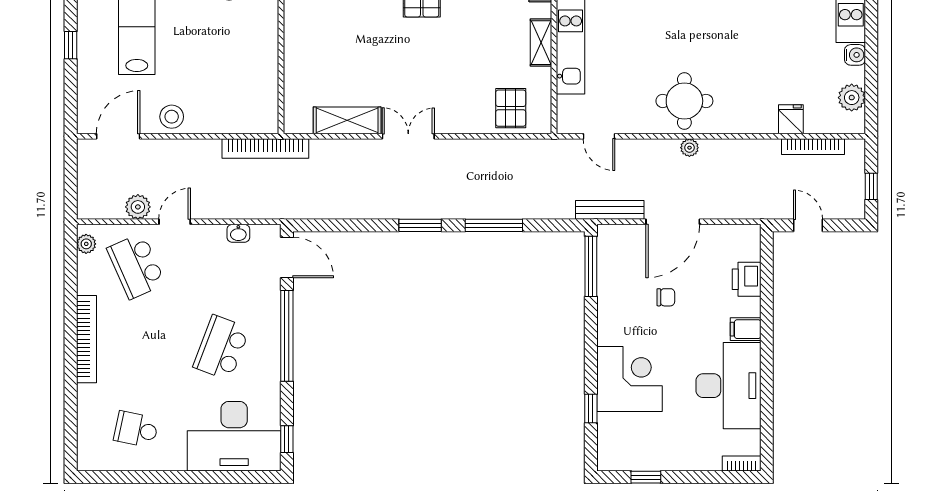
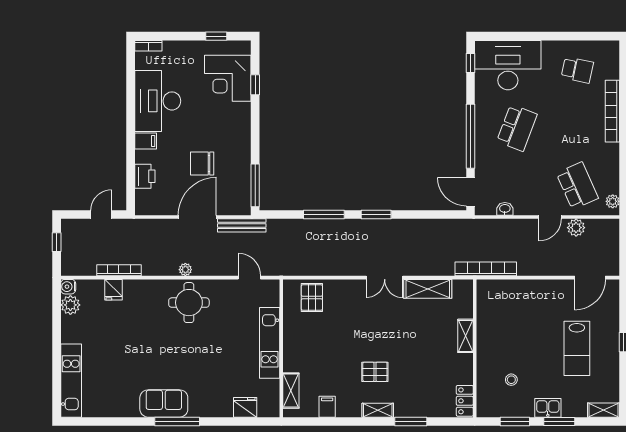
shelving: (541, 43) -> (466, 336), moved
water cooler: (855, 55) -> (68, 287), moved
stool: (172, 117) -> (552, 291), removed
bookcase: (813, 147) -> (119, 270), moved
door: (808, 225) -> (101, 214), swing flipped
chair: (666, 297) -> (202, 164), width x1.87, depth x1.87
bookcase: (87, 339) -> (612, 111), moved
corner desk: (630, 379) -> (228, 78), moved

